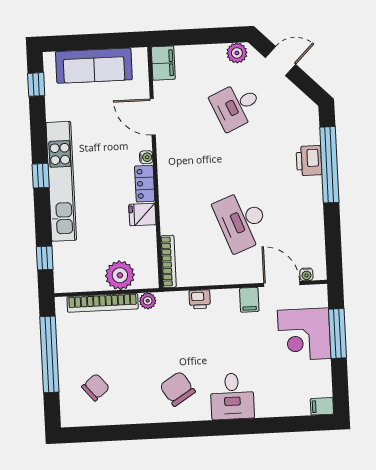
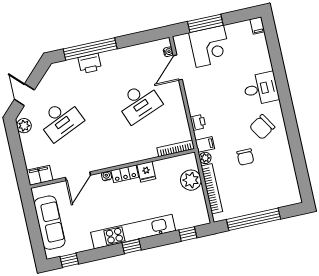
desk: (236, 106) -> (60, 120), width x1.37
filing cabinet: (249, 300) -> (205, 144), moved
chair: (96, 387) -> (245, 157), moved, turned -140

